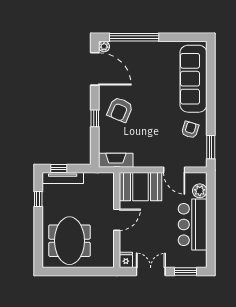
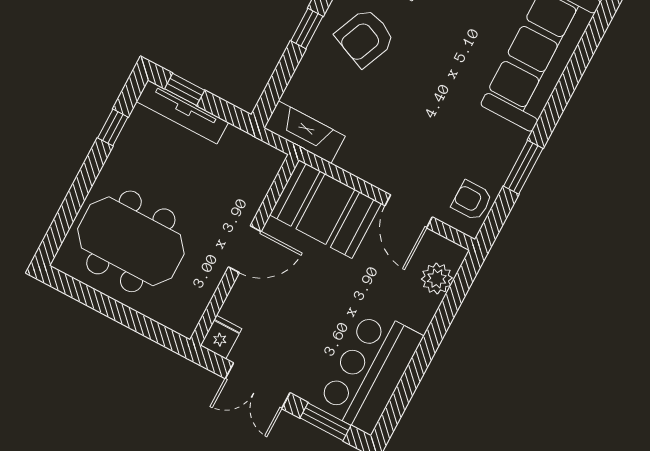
armchair: (190, 130) -> (472, 201), moved, turned -107
window: (211, 147) -> (523, 167), moved
bar counter: (193, 225) -> (370, 371), moved
meeting table: (69, 241) -> (131, 241), turned 90
double door: (151, 272) -> (258, 386), swing flipped

